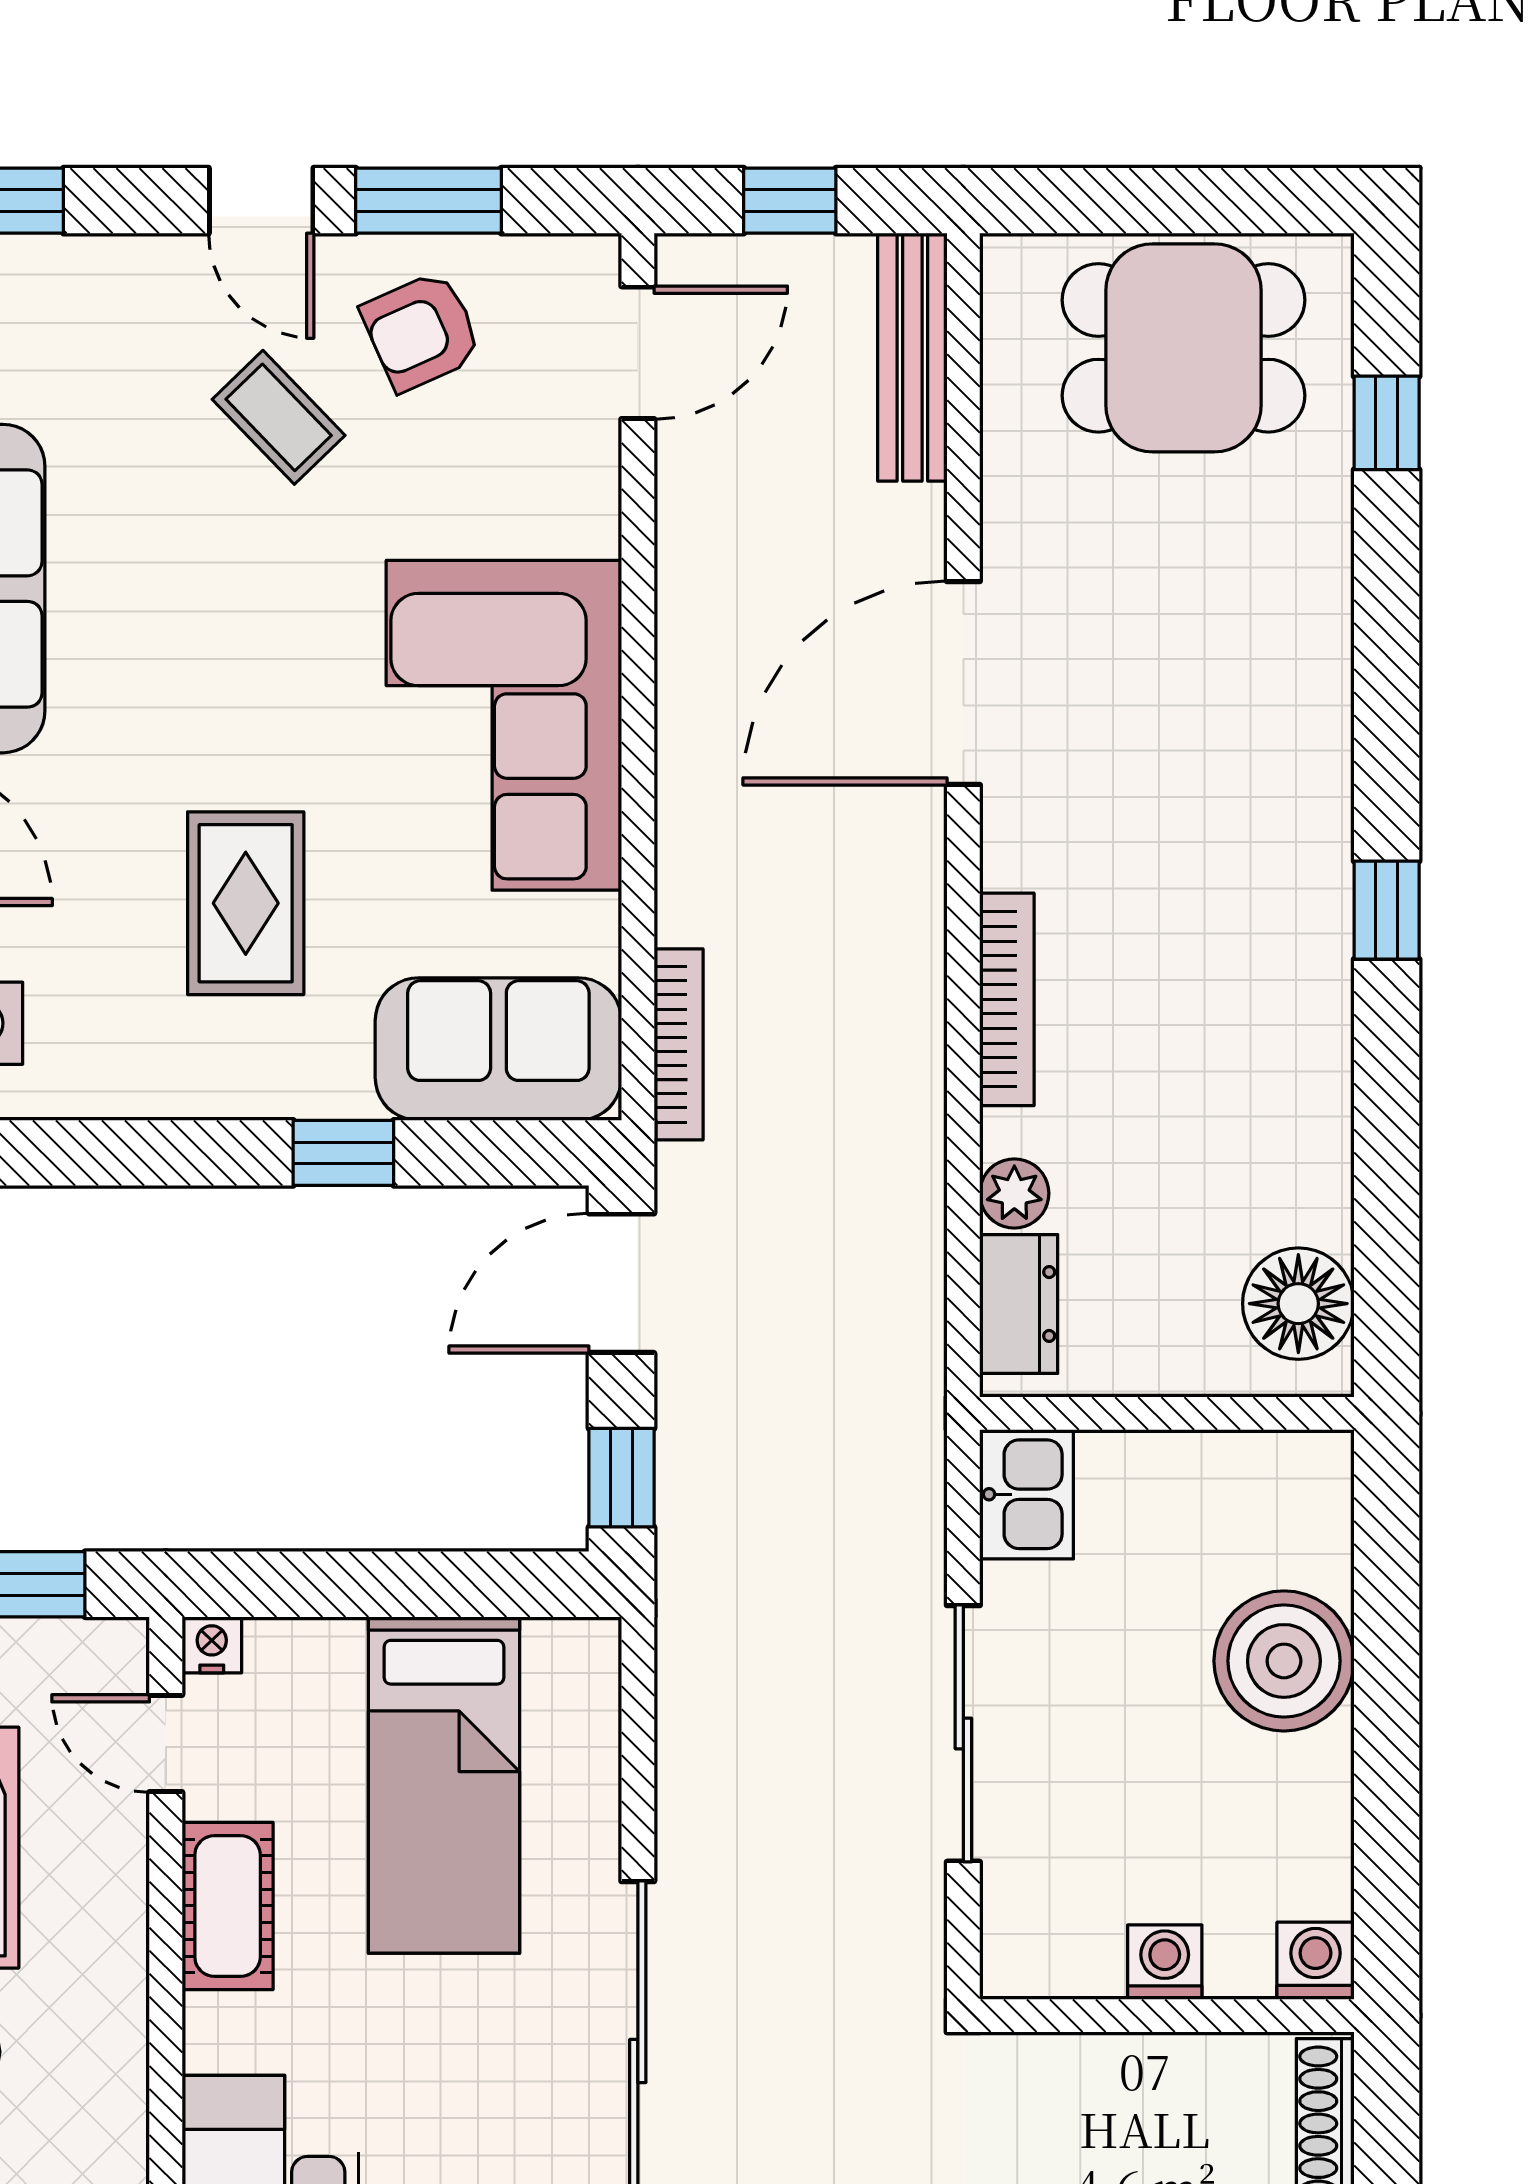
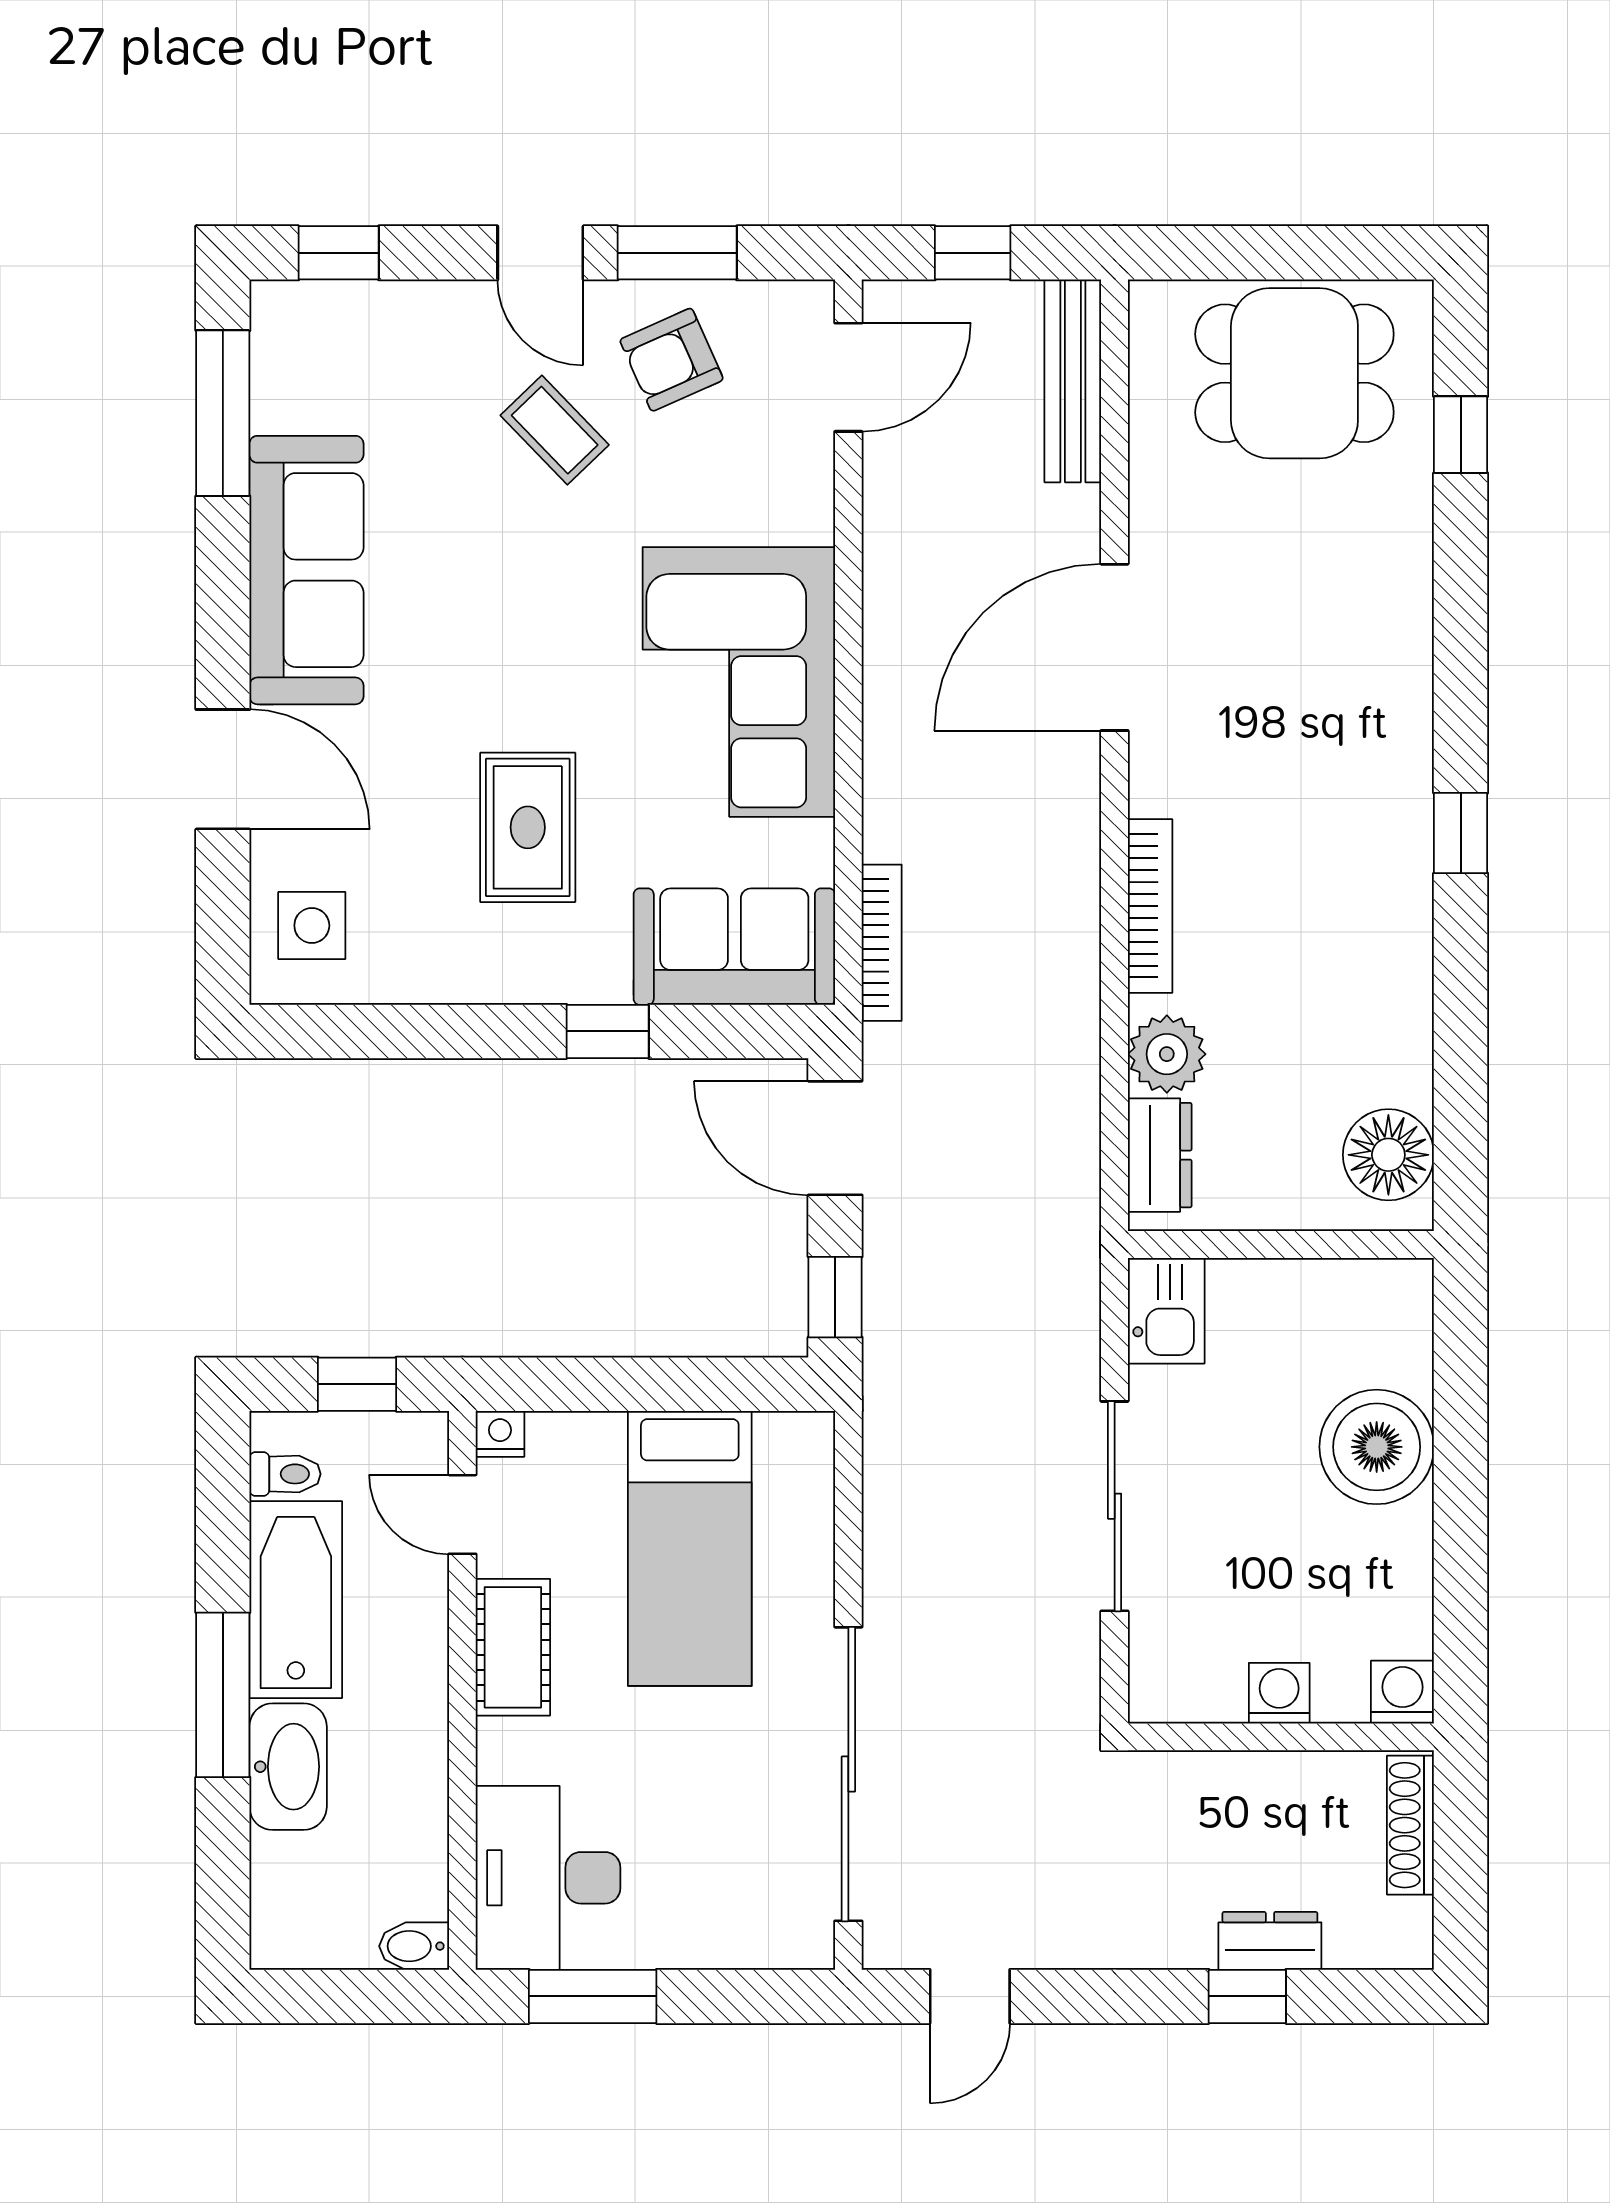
plant: (1014, 1193) -> (1167, 1054), width x1.38, depth x1.38
door: (622, 1283) -> (835, 1138), hinge flipped

